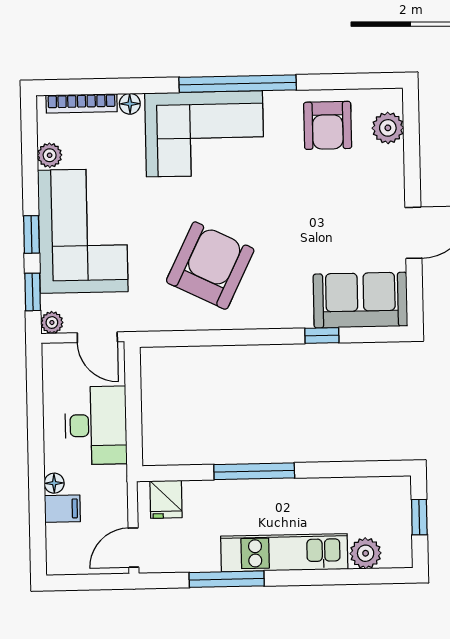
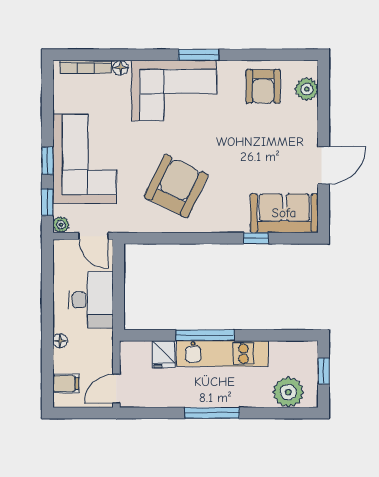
window: (238, 84) -> (199, 55), width x0.47
plant: (50, 155) -> (62, 104), removed
fridge: (166, 499) -> (164, 354), moved
filing cabinet: (62, 509) -> (66, 383), moved
kitchen unit: (284, 553) -> (222, 354), moved, turned 180
plant: (366, 553) -> (288, 392), width x1.36, depth x1.36
window: (227, 579) -> (212, 413), moved

